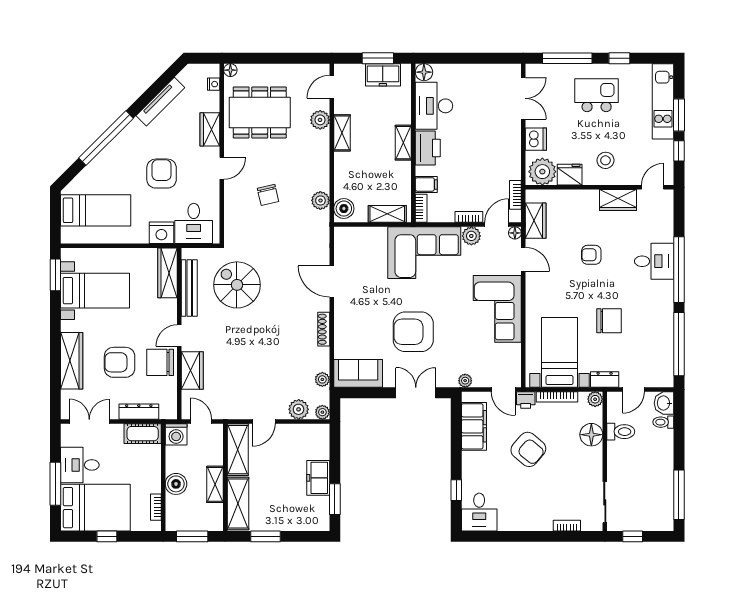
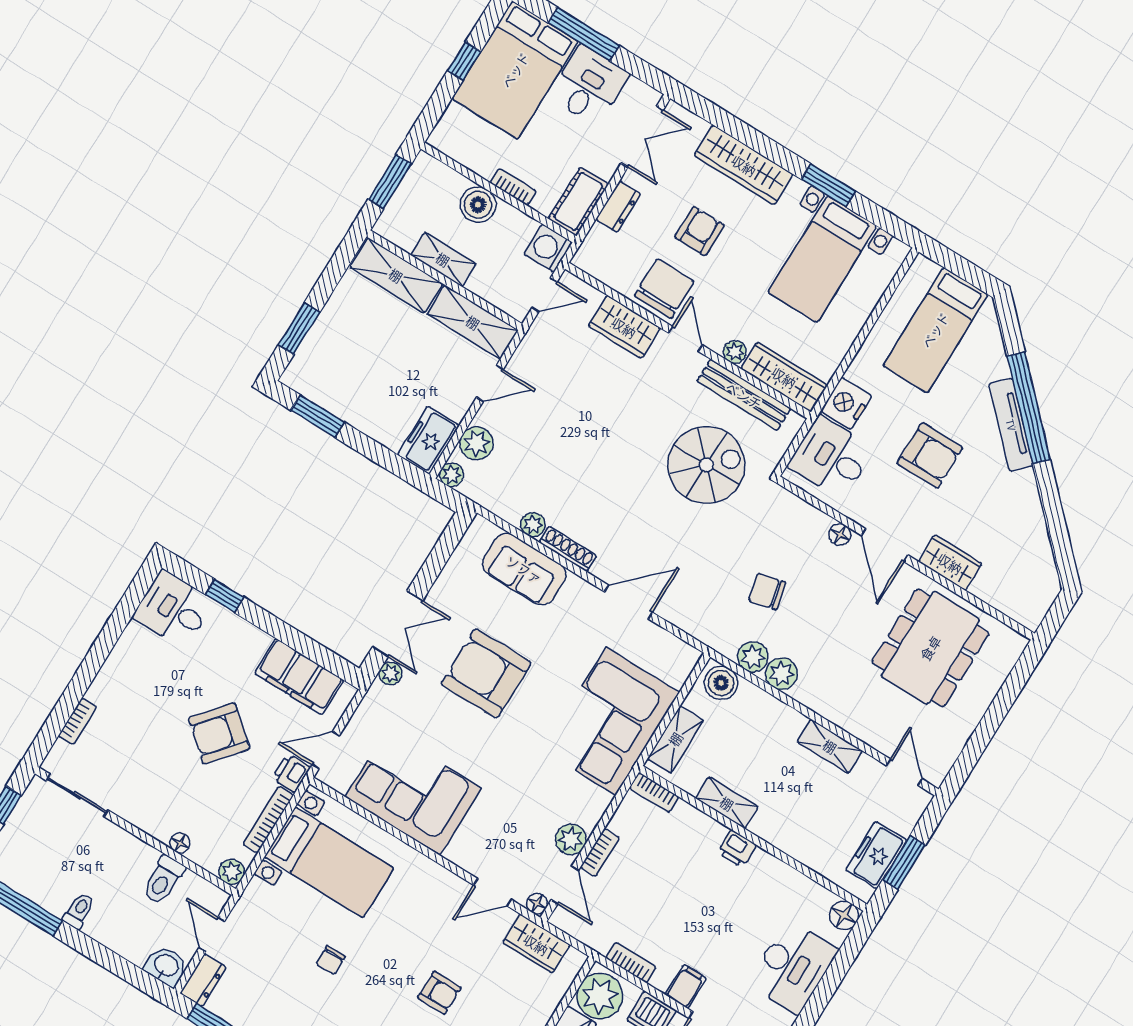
floor lamp: (230, 70) -> (840, 535), moved
nightstand: (214, 84) -> (1011, 607), removed
tv unit: (160, 102) -> (1011, 425), moved
desk: (434, 106) -> (793, 967), moved, turned 90
plant: (320, 120) -> (782, 674), moved
shelving: (403, 143) -> (727, 803), moved
printer: (428, 148) -> (737, 849), width x0.53, depth x0.68
door: (222, 168) -> (885, 545), width x1.38
filing cabinet: (426, 184) -> (686, 986), moved, turned 180
chair: (268, 195) -> (767, 592), moved
bookcase: (515, 195) -> (631, 963), moved
corner sofa: (424, 253) -> (611, 721), moved
armchair: (591, 255) -> (439, 993), turned 90
window: (55, 275) -> (828, 185), moved
plant: (170, 306) -> (735, 352), added
corner sofa: (497, 309) -> (413, 793), moved
chair: (609, 321) -> (331, 960), width x0.54, depth x0.54
armchair: (413, 332) -> (486, 673), turned -90
armchair: (120, 362) -> (699, 231), width x0.72, depth x0.72
sofa: (358, 373) -> (524, 569), moved, turned 90
plant: (322, 379) -> (533, 525), moved
dresser: (605, 379) -> (203, 980), moved
plant: (465, 381) -> (390, 674), moved
dresser: (139, 412) -> (618, 207), width x0.70
door: (264, 421) -> (490, 383), swing flipped
toilet: (663, 422) -> (79, 911), moved
floor lamp: (591, 435) -> (180, 843), width x0.53, depth x0.53
freezer: (318, 478) -> (428, 440), moved, turned -90
bookcase: (156, 507) -> (513, 187), moved
window: (265, 536) -> (299, 329), moved

